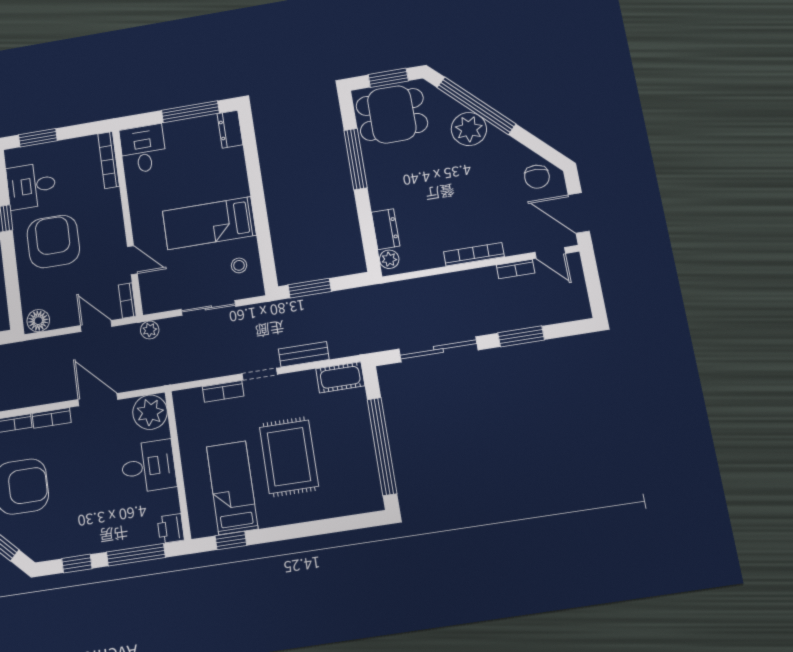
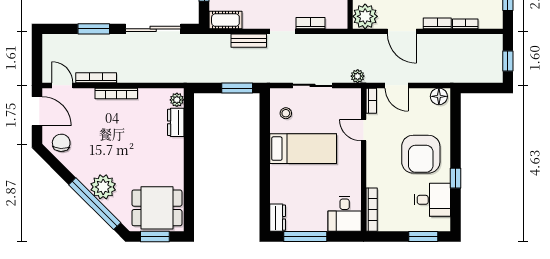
window: (356, 159) -> (189, 179), removed
bookcase: (515, 269) -> (96, 78), width x1.56

